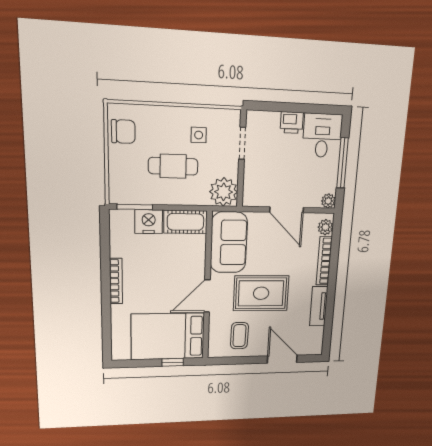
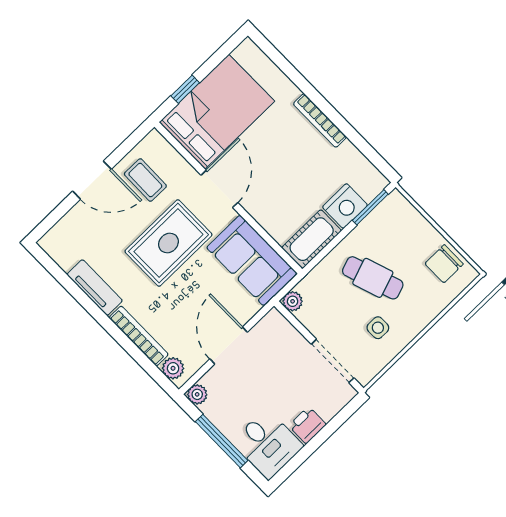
doorway: (242, 143) -> (333, 361), width x1.38
cafe table: (173, 166) -> (373, 278), turned 71
plant: (224, 192) -> (293, 301), width x0.53, depth x0.53
door: (287, 210) -> (229, 345), hinge flipped
door: (282, 359) -> (92, 180), moved

